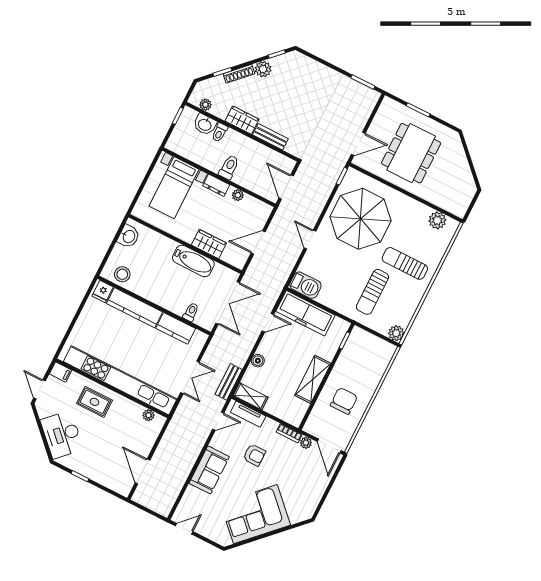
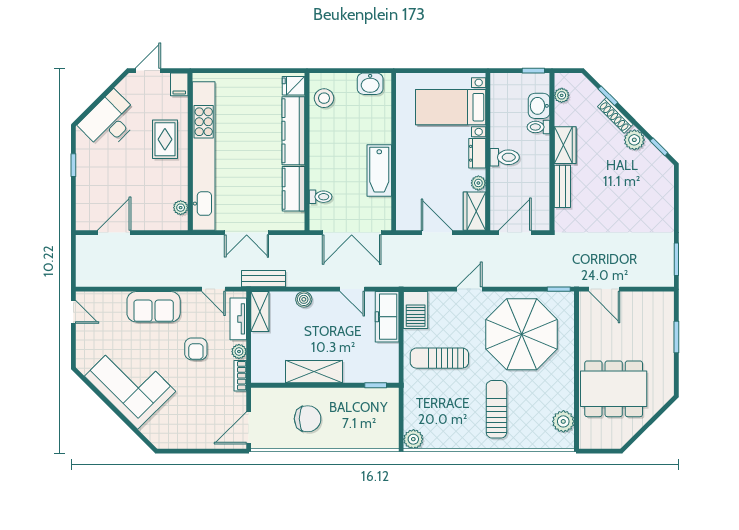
dining table: (411, 153) -> (614, 389), moved
wardrobe: (209, 244) -> (474, 211), moved, turned 180
sun lounger: (372, 292) -> (439, 358), moved
freezer: (305, 313) -> (387, 317), width x0.73, depth x0.79
plant: (306, 443) -> (239, 352), moved

